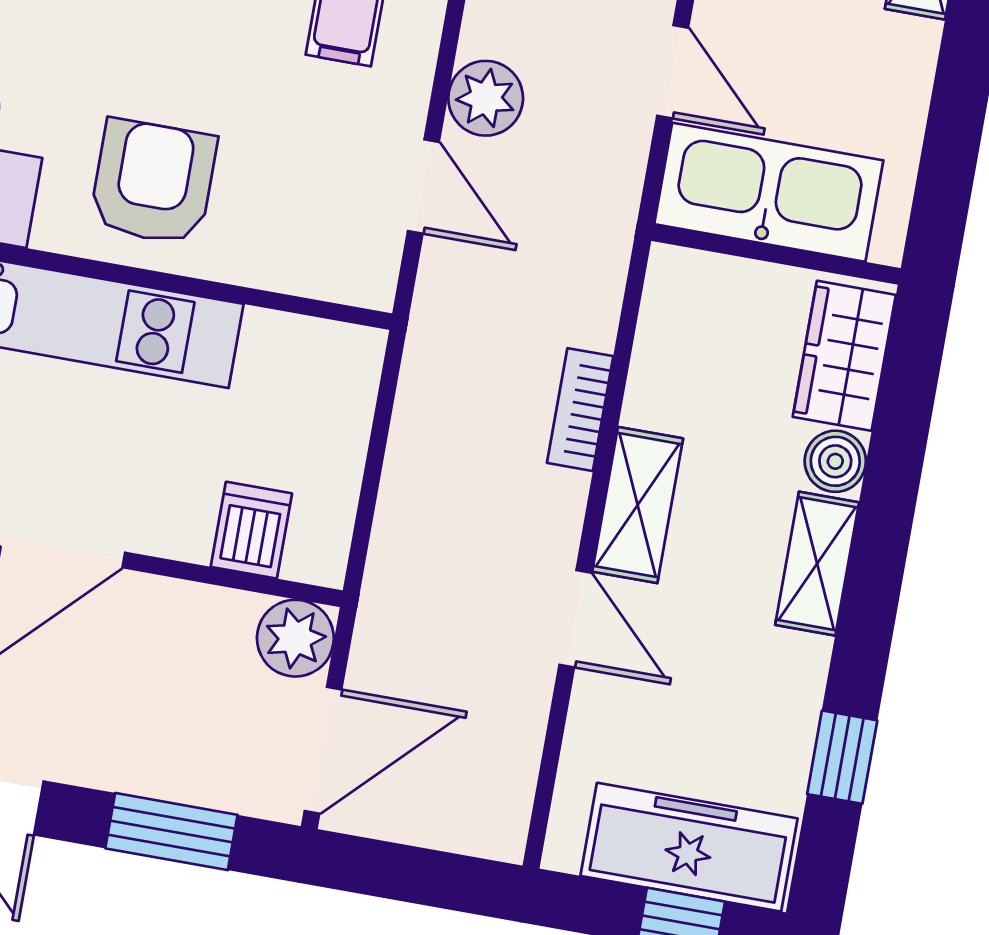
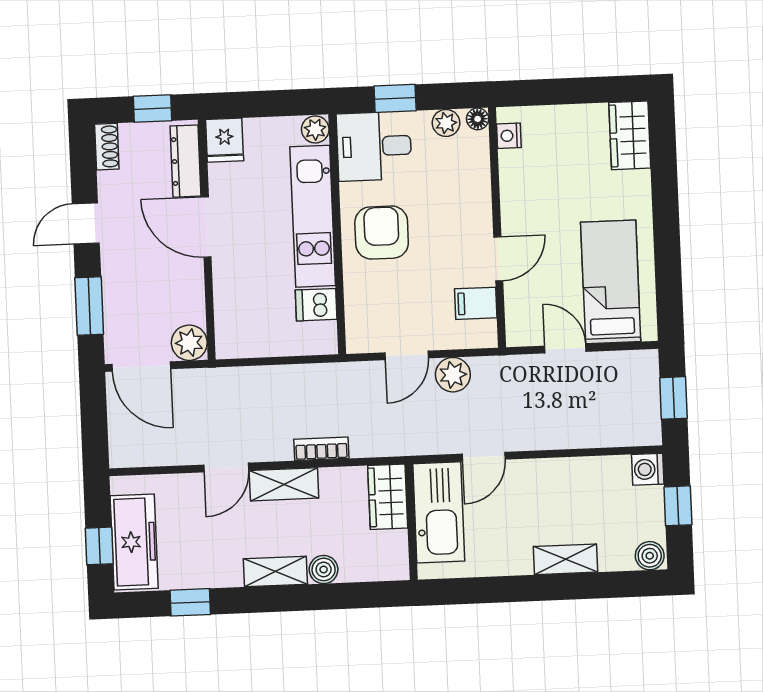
armchair: (153, 182) -> (382, 233), turned -90
wardrobe: (844, 356) -> (388, 497), moved, turned -90
dishwasher: (251, 530) -> (316, 305), moved, turned 180

